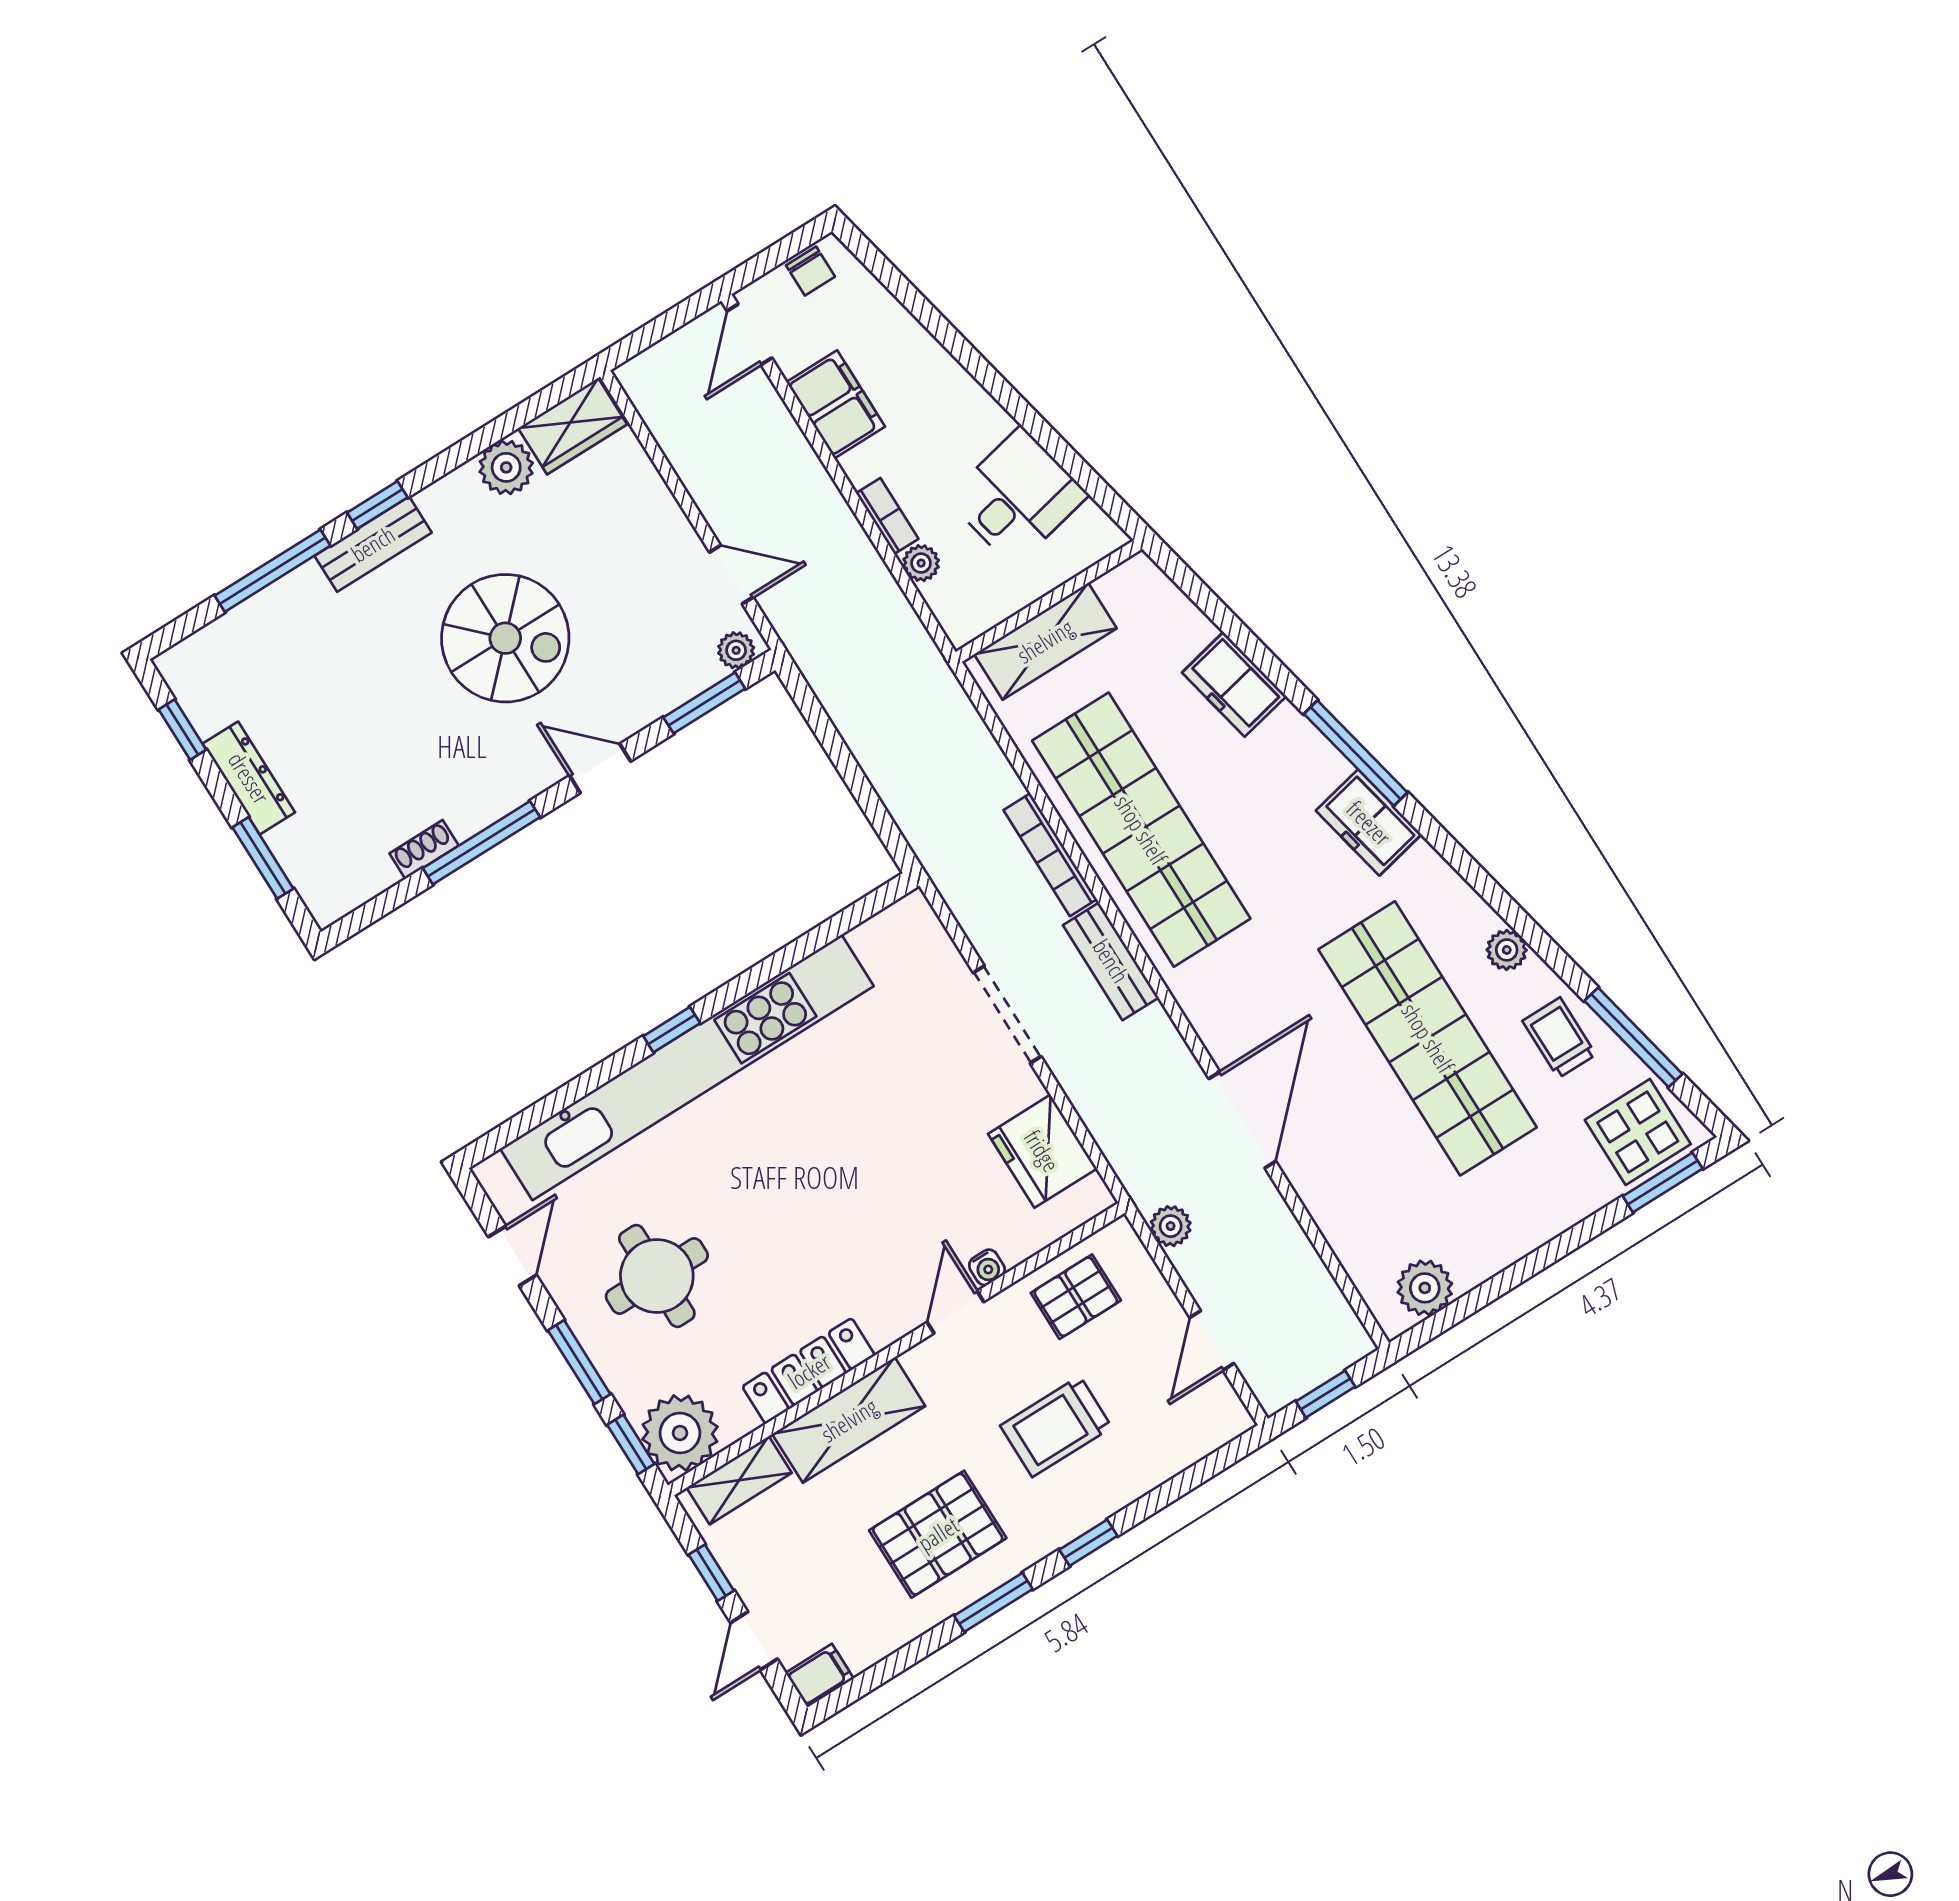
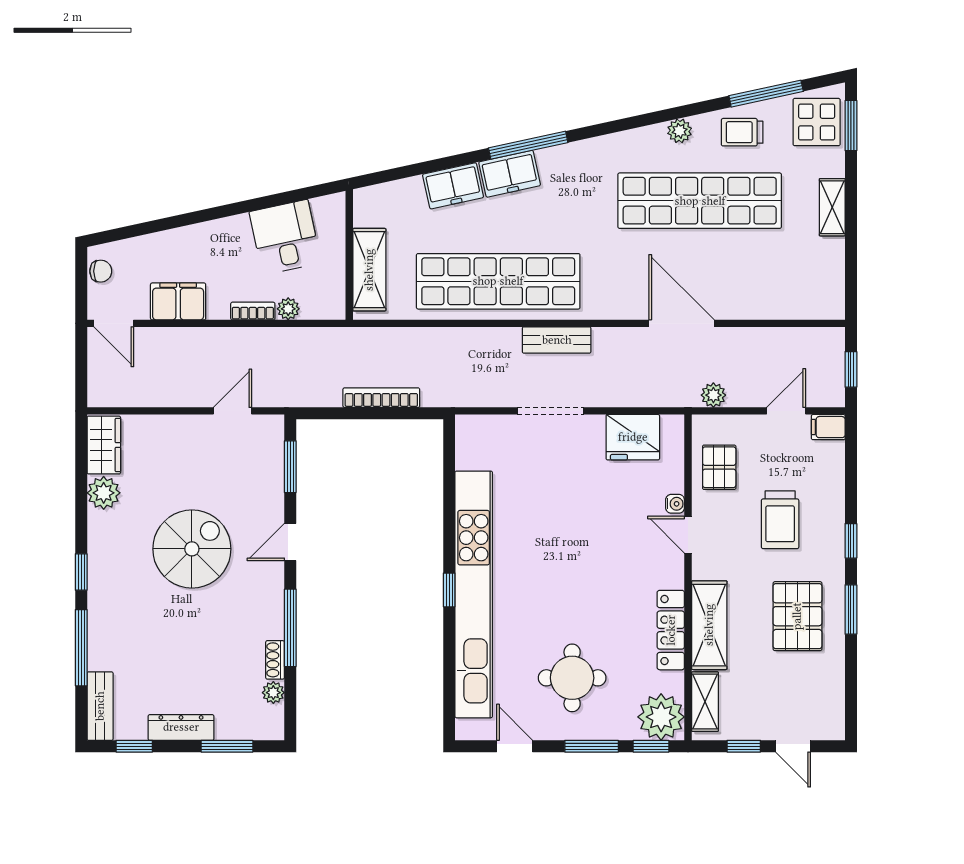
bench: (373, 544) -> (100, 706), moved
plant: (736, 650) -> (273, 693), moved
freezer: (1369, 823) -> (510, 174), moved
bookcase: (1050, 855) -> (381, 398), moved, turned 180
shelving: (1534, 1227) -> (832, 207), added
plant: (1425, 1288) -> (828, 283), removed
door: (1212, 1340) -> (786, 411), swing flipped
filing cabinet: (820, 1676) -> (828, 427), moved, turned -90

